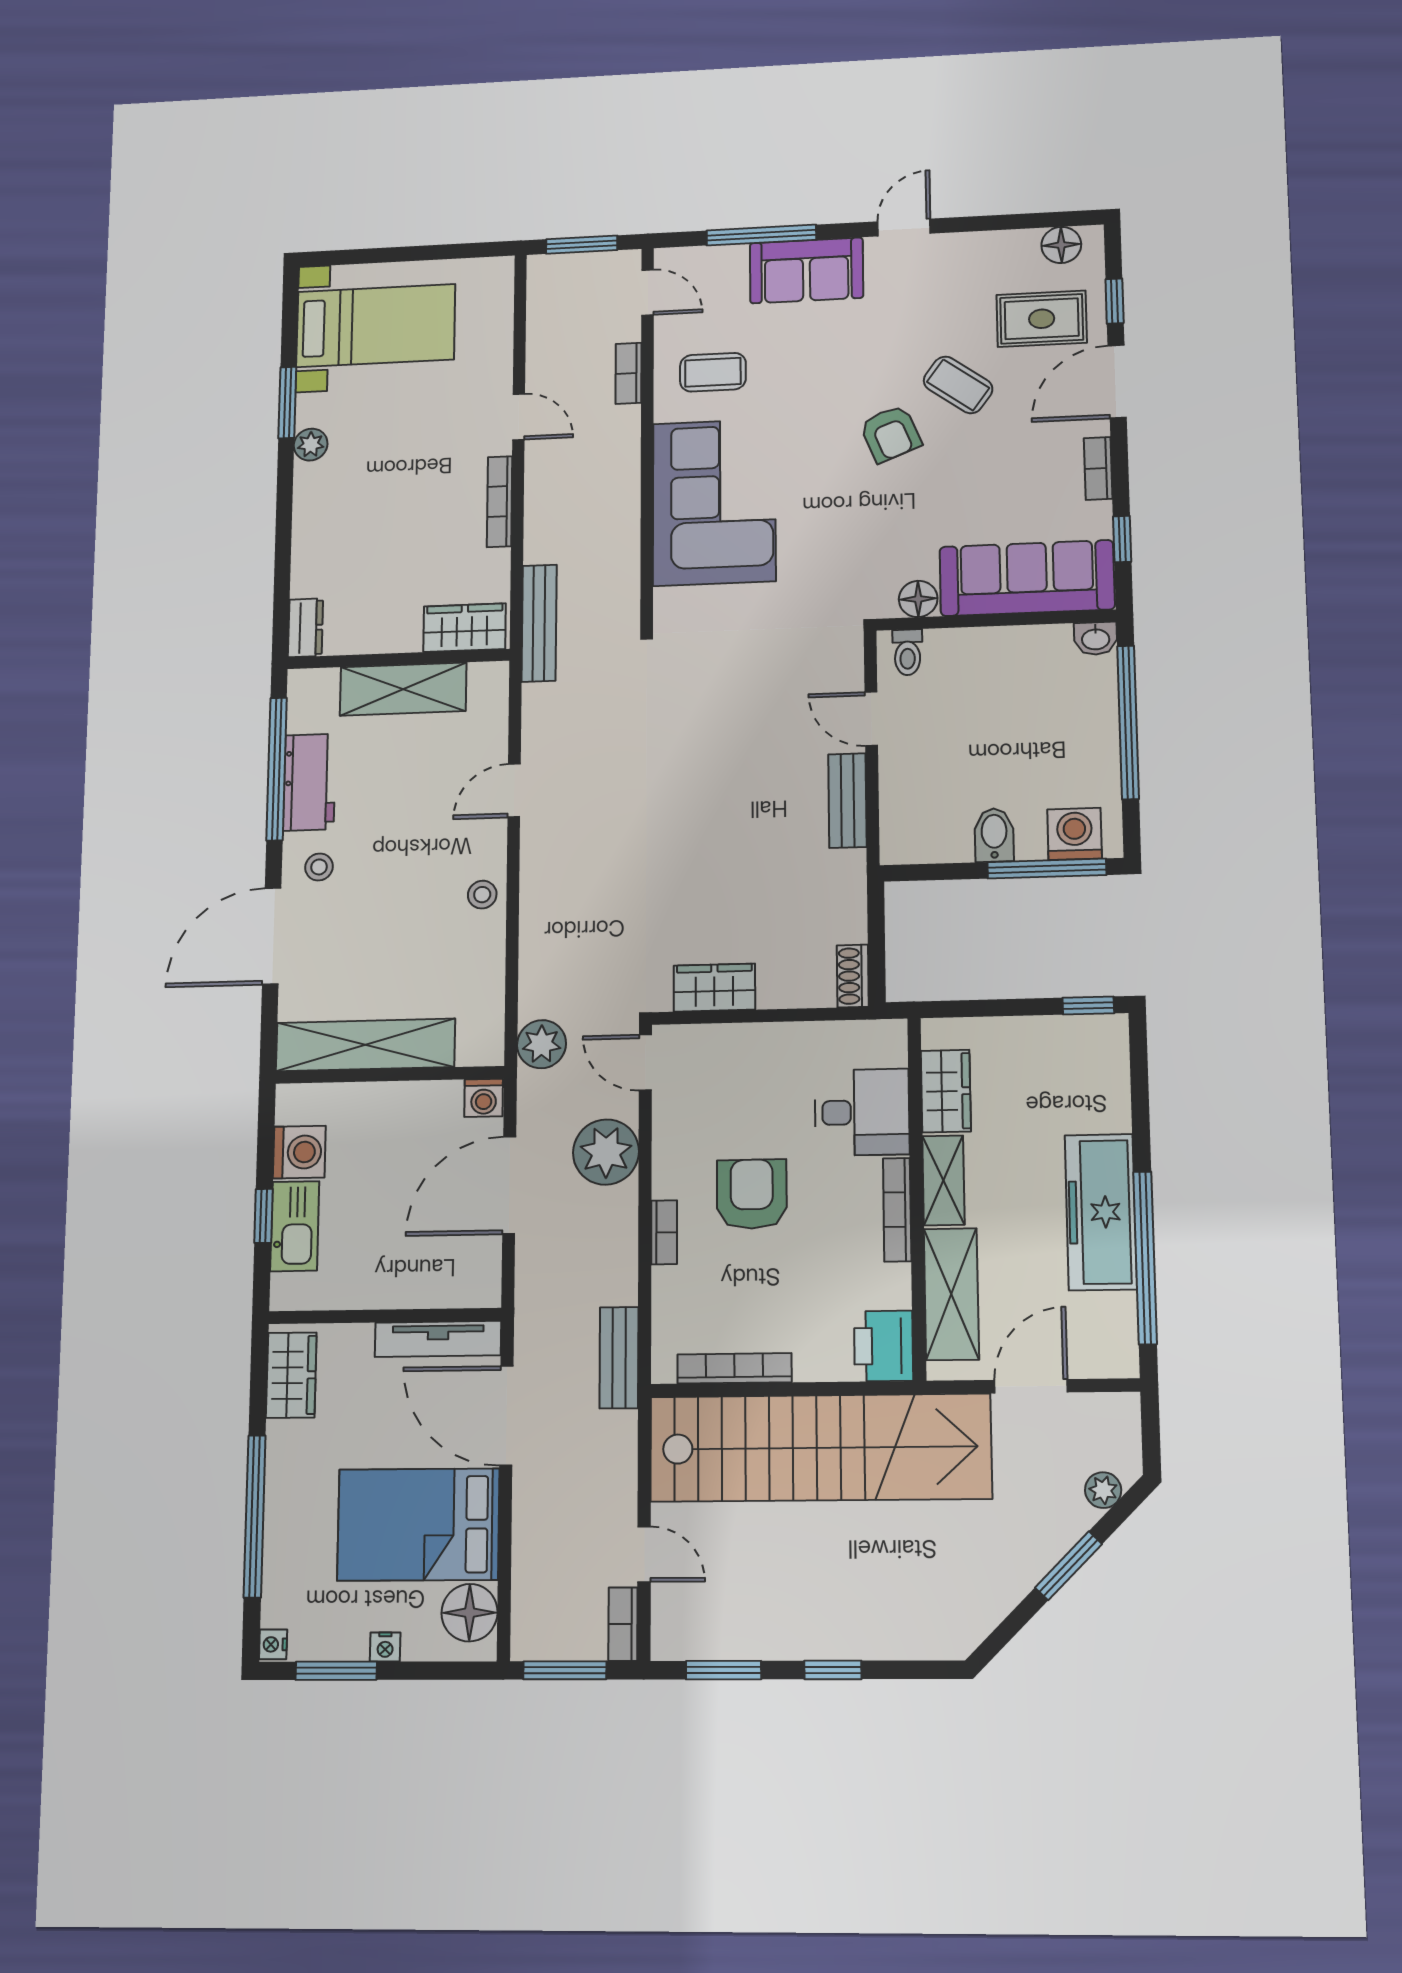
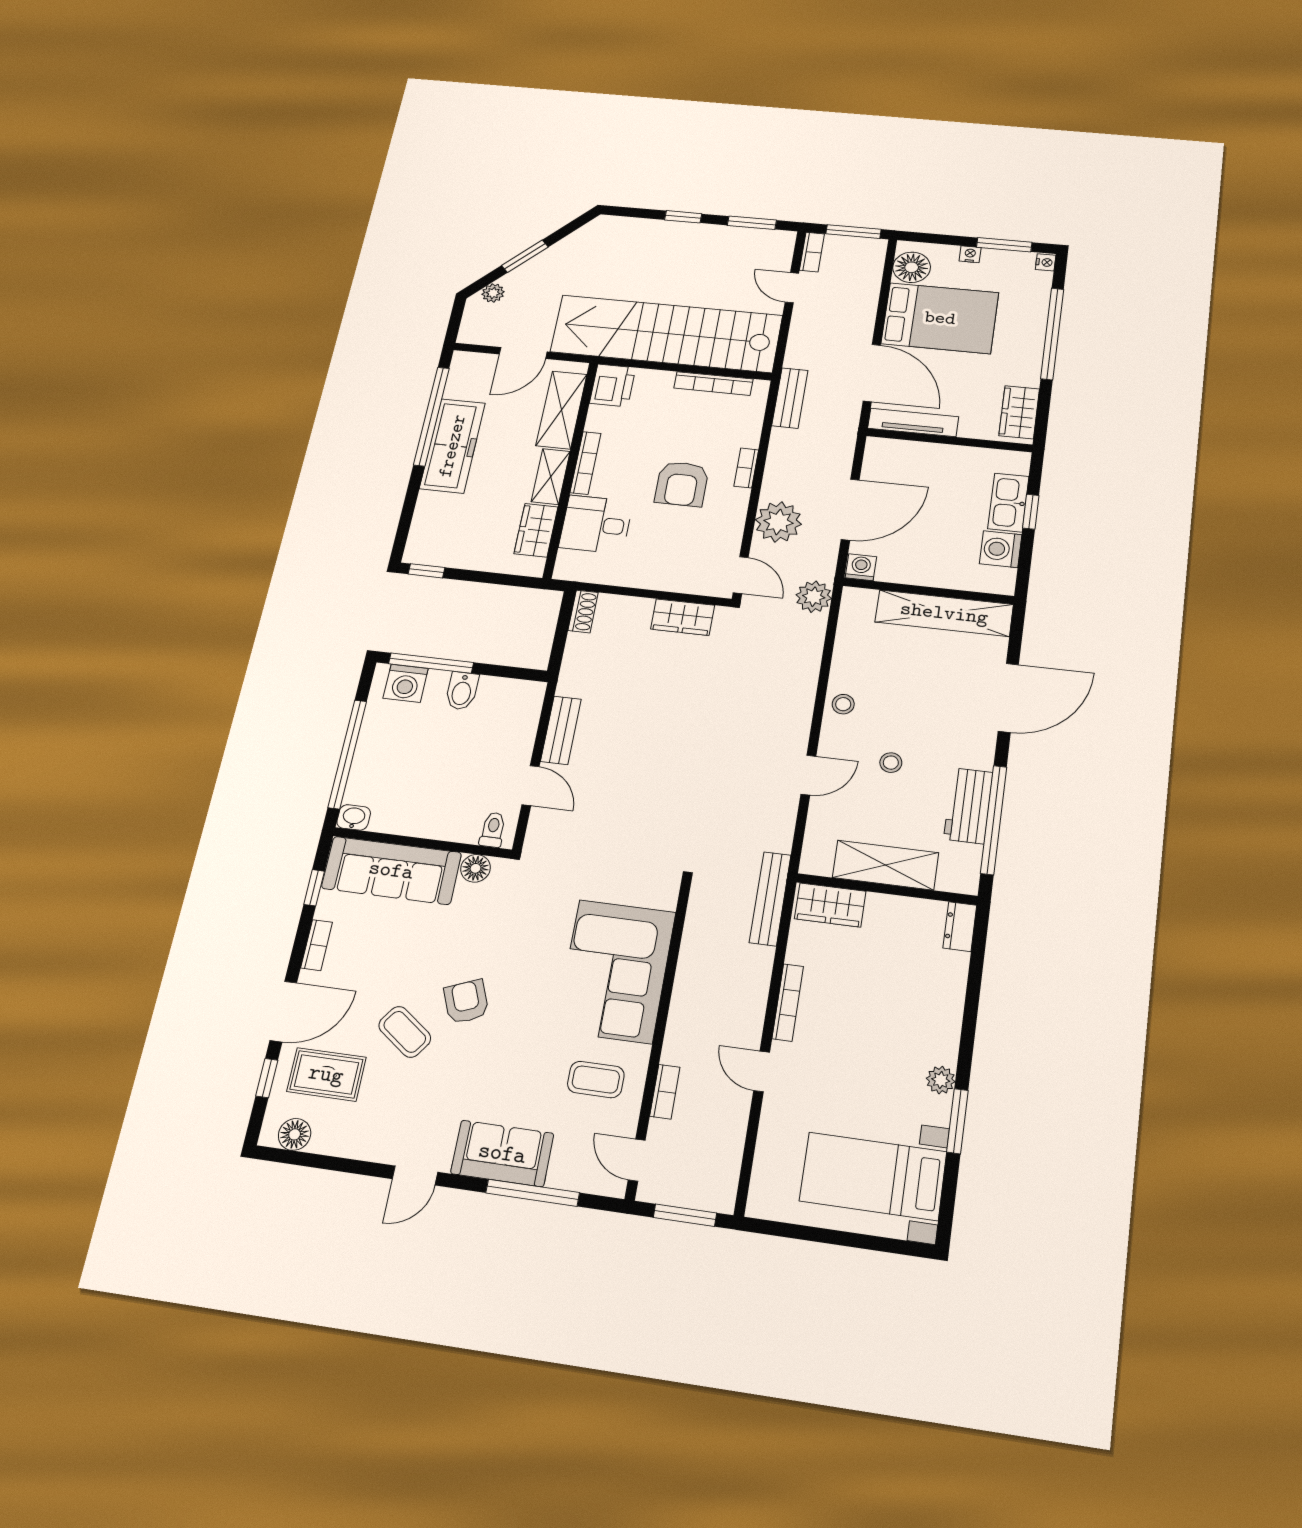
stool: (319, 867) -> (891, 763), moved

